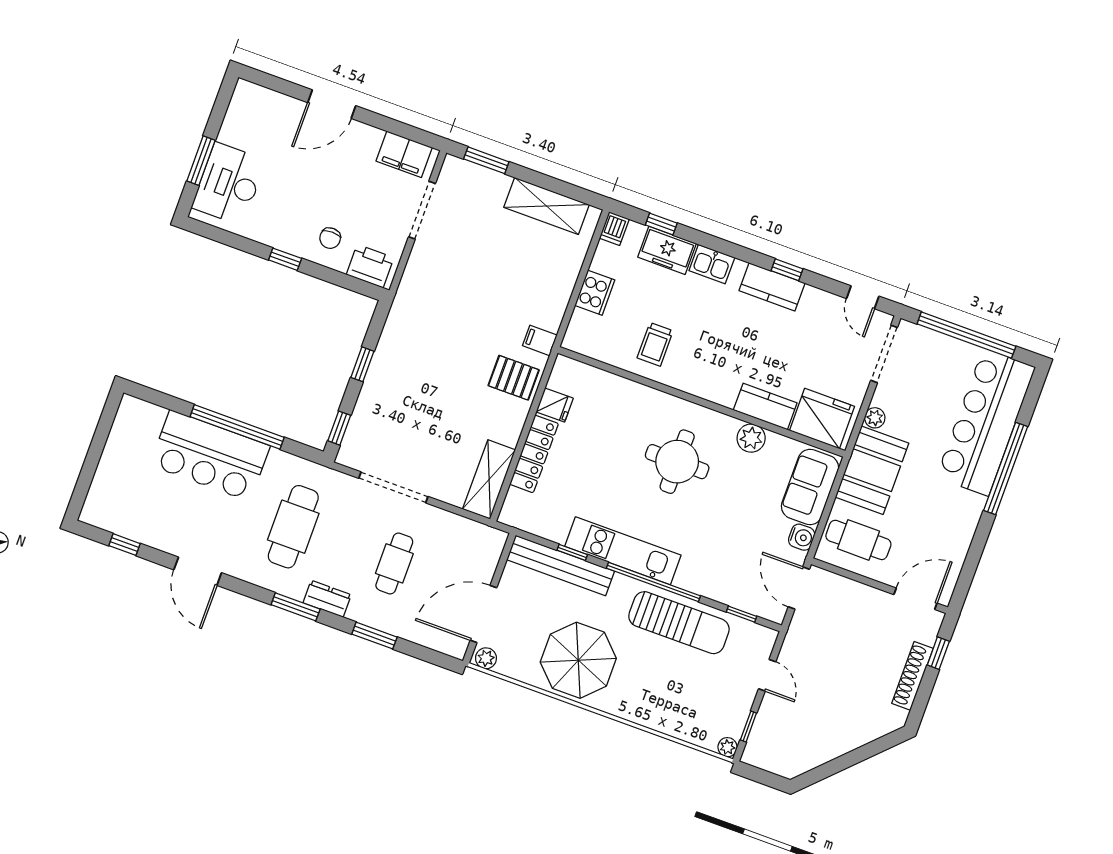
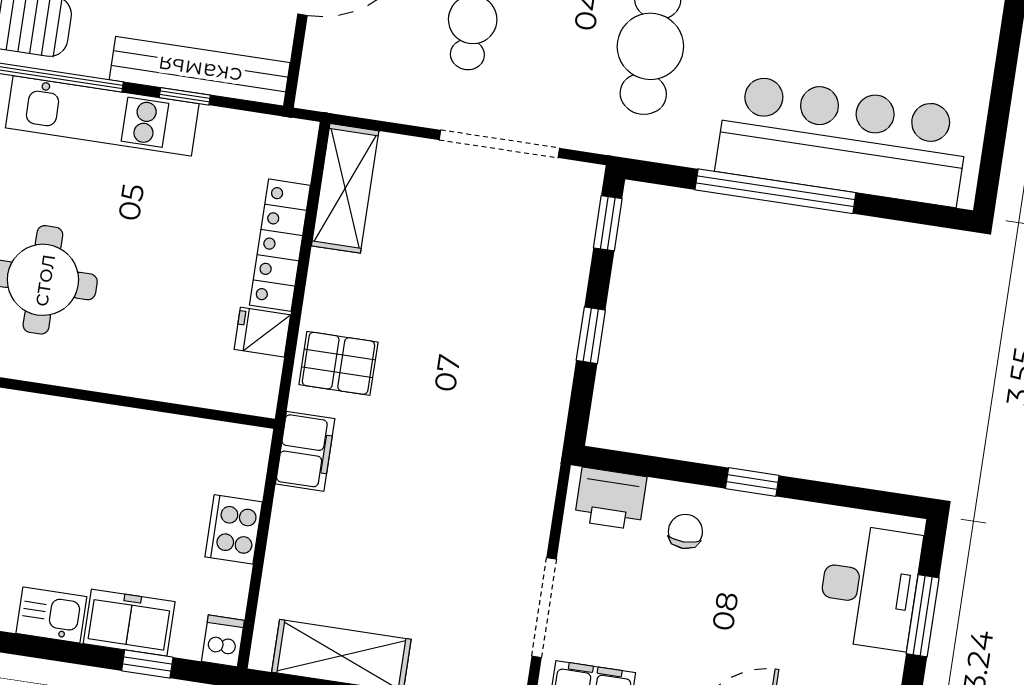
filing cabinet: (540, 340) -> (305, 451), width x2.00
trolley: (655, 344) -> (118, 465), removed
bar counter: (210, 456) -> (843, 140), width x1.36

